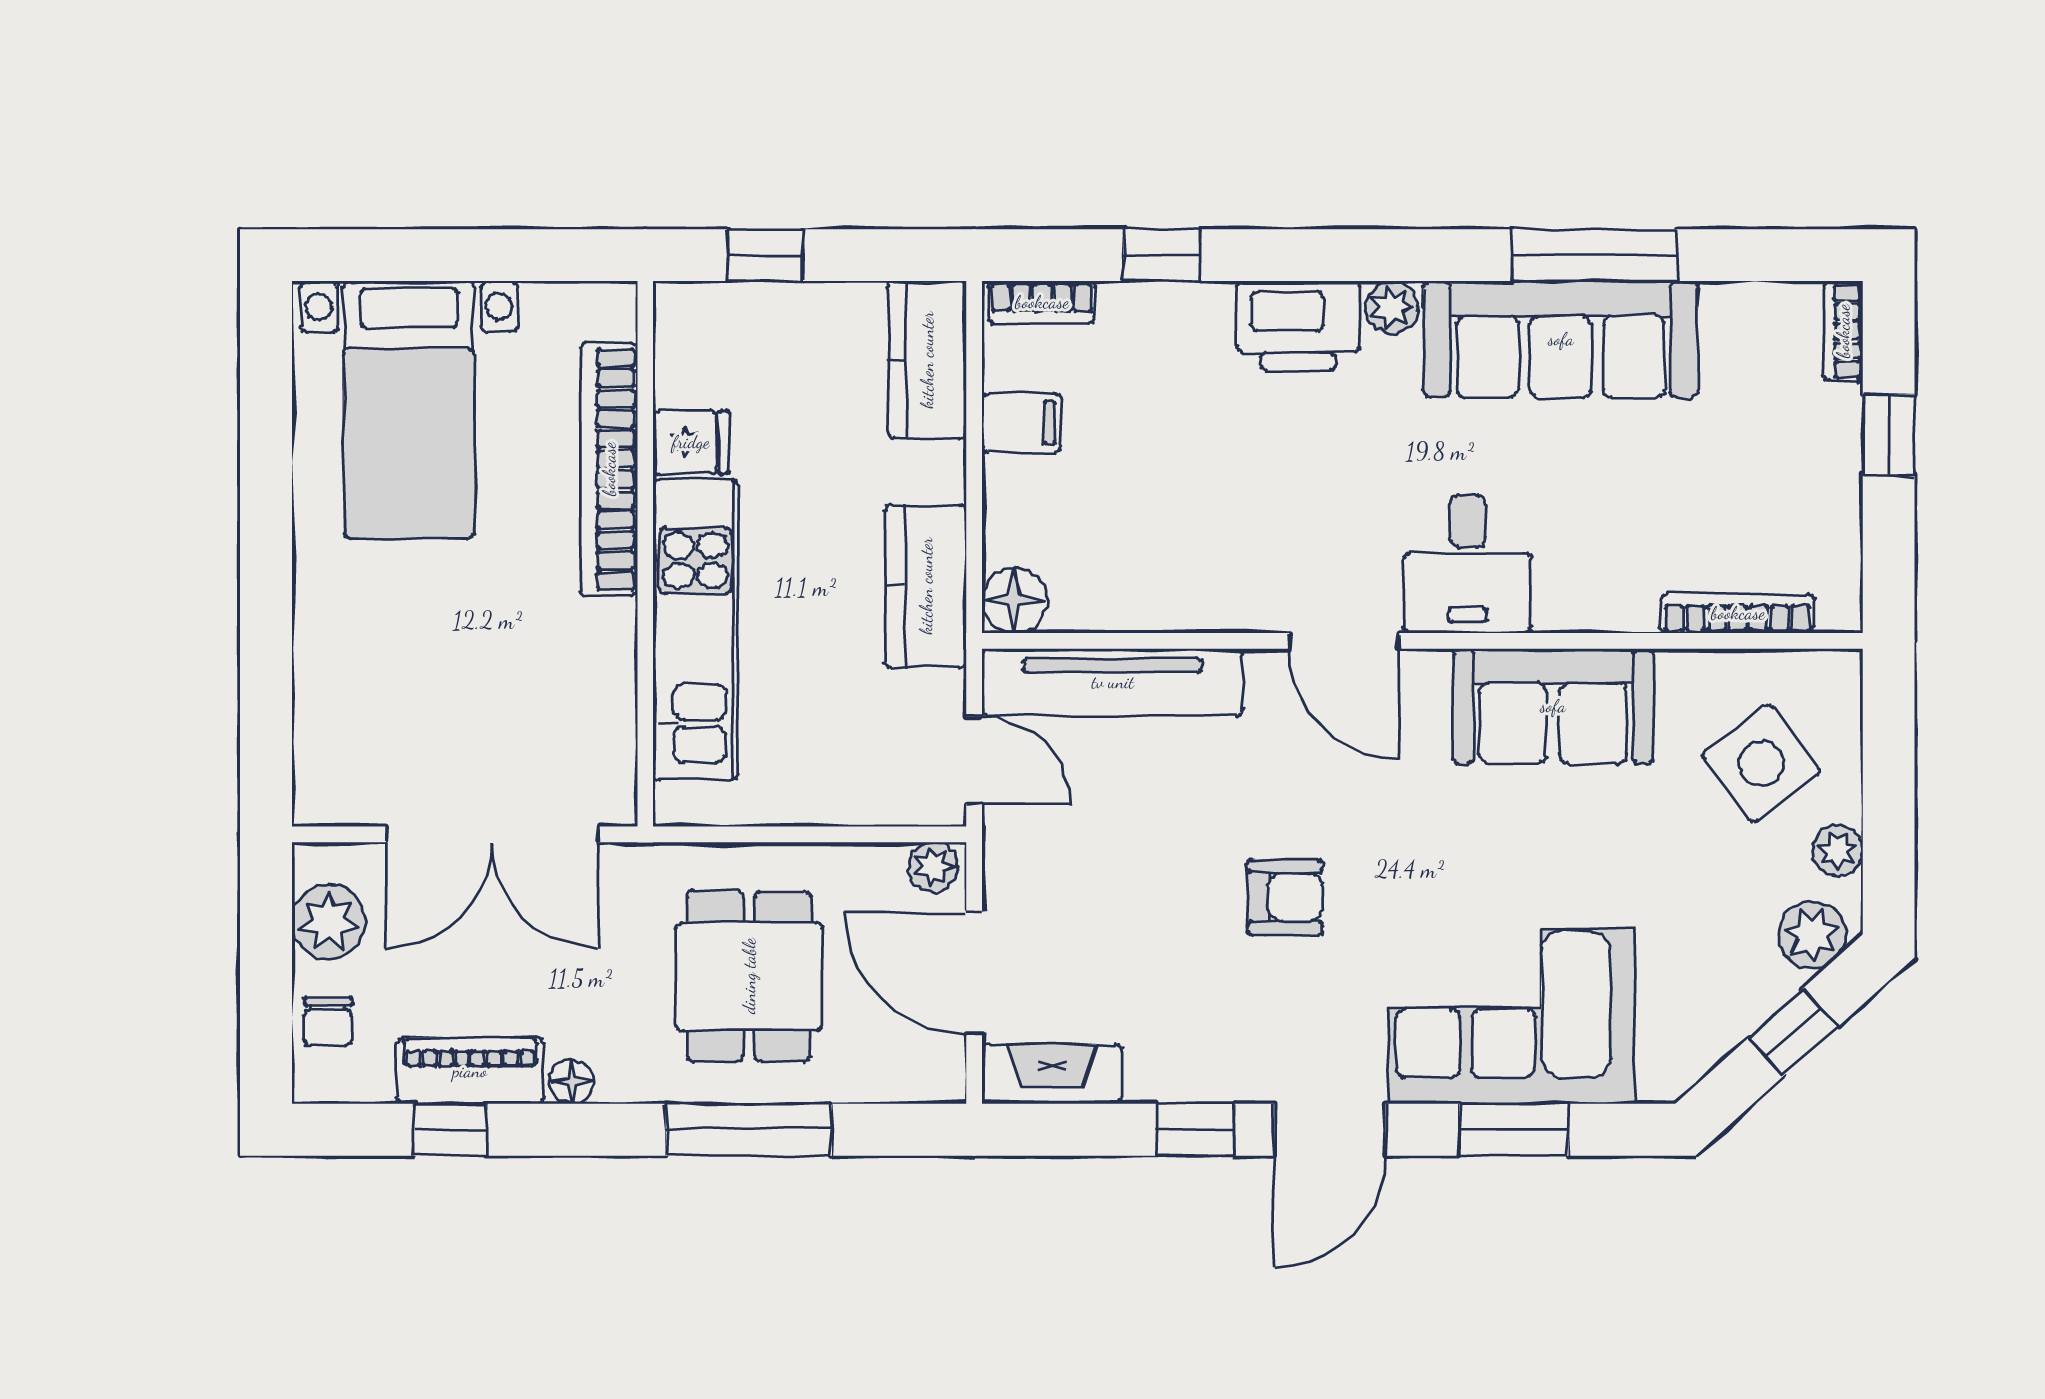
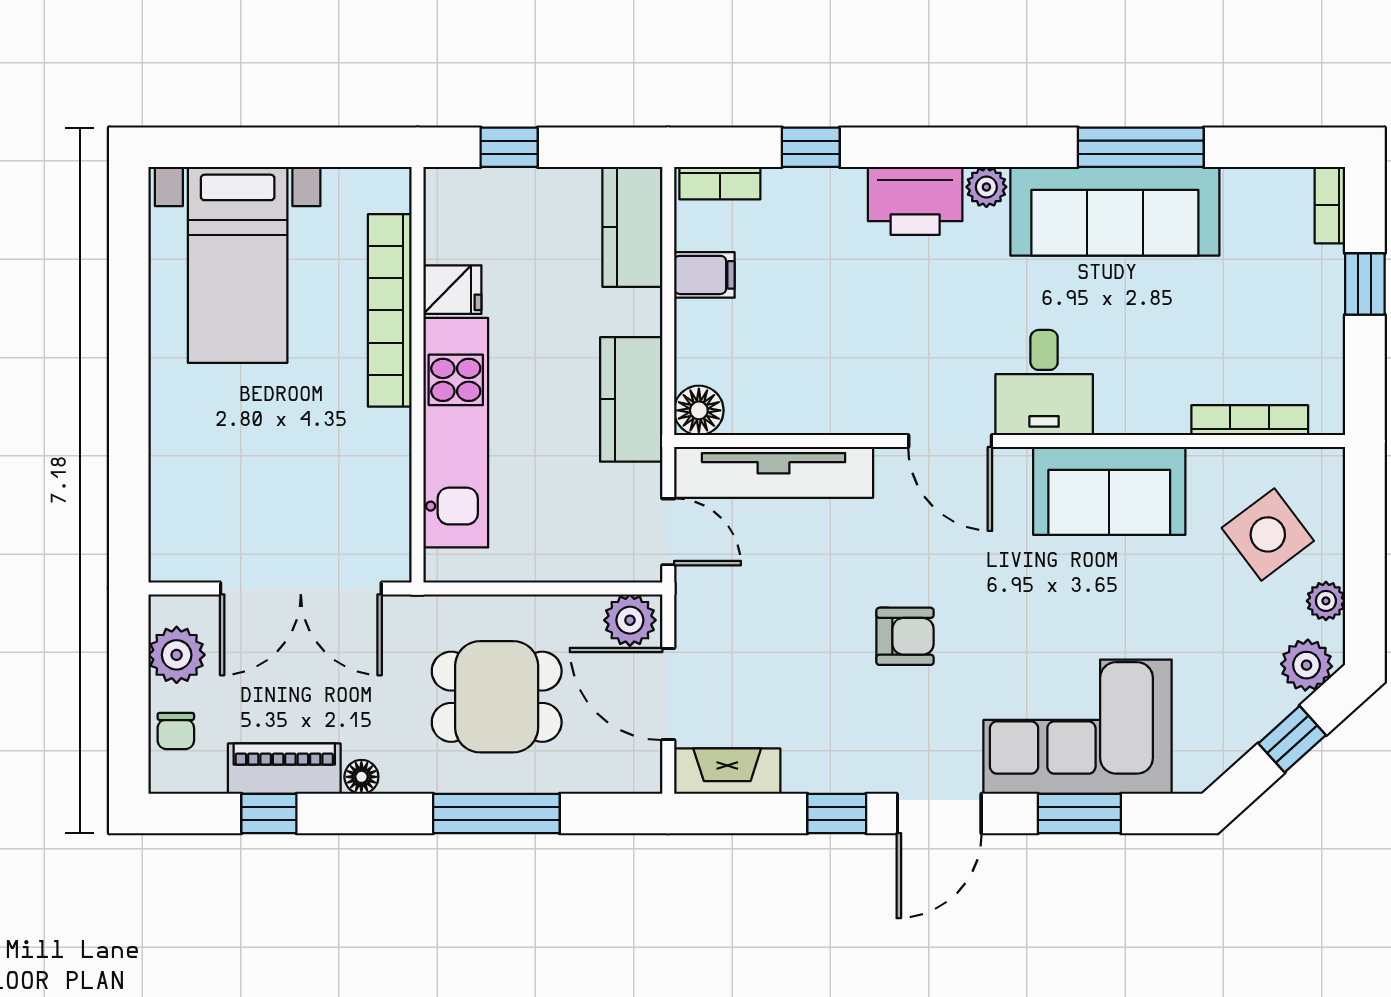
plant: (933, 867) -> (630, 620), width x1.38, depth x1.38
dining table: (749, 976) -> (497, 697), turned 90

